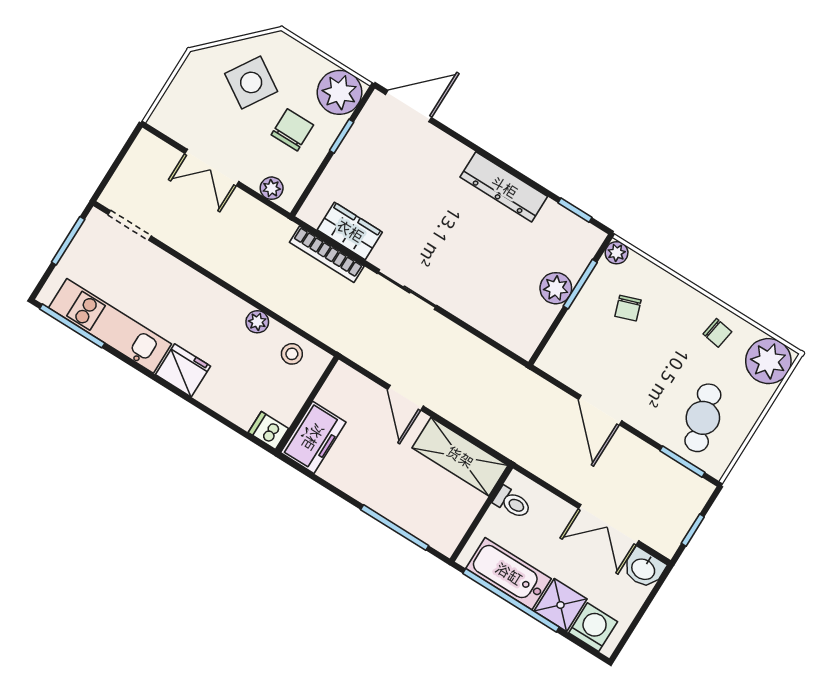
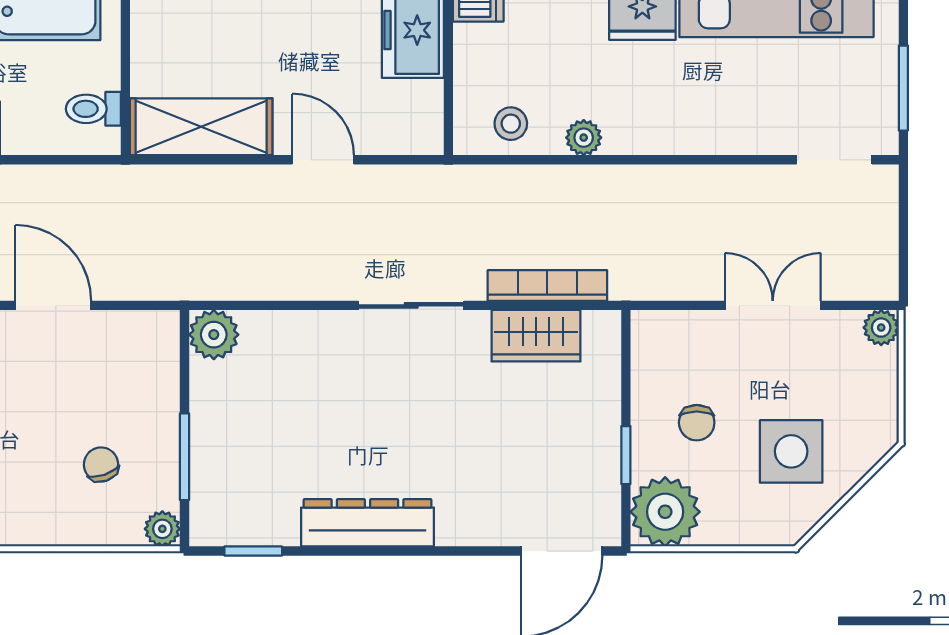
side table: (251, 82) -> (791, 451), turned -32
chair: (292, 130) -> (697, 423), width x0.73, depth x0.73
plant: (272, 188) -> (881, 328), moved
plant: (556, 288) -> (214, 335), moved

